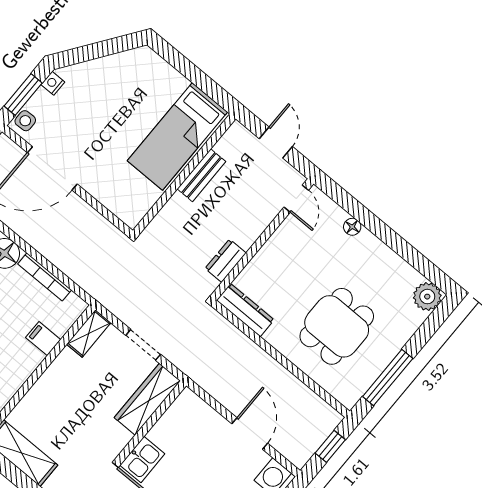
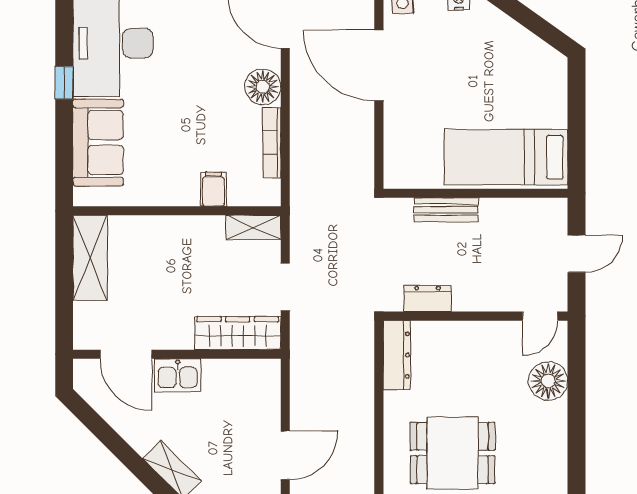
bench: (201, 175) -> (446, 210), moved
floor lamp: (352, 227) -> (548, 381), width x1.89, depth x1.89

